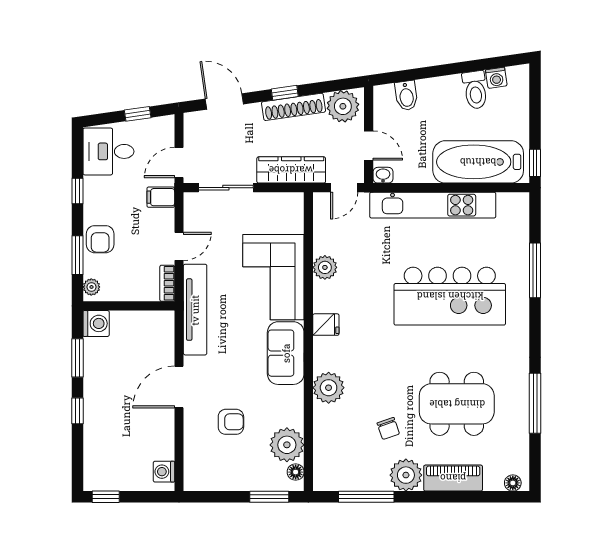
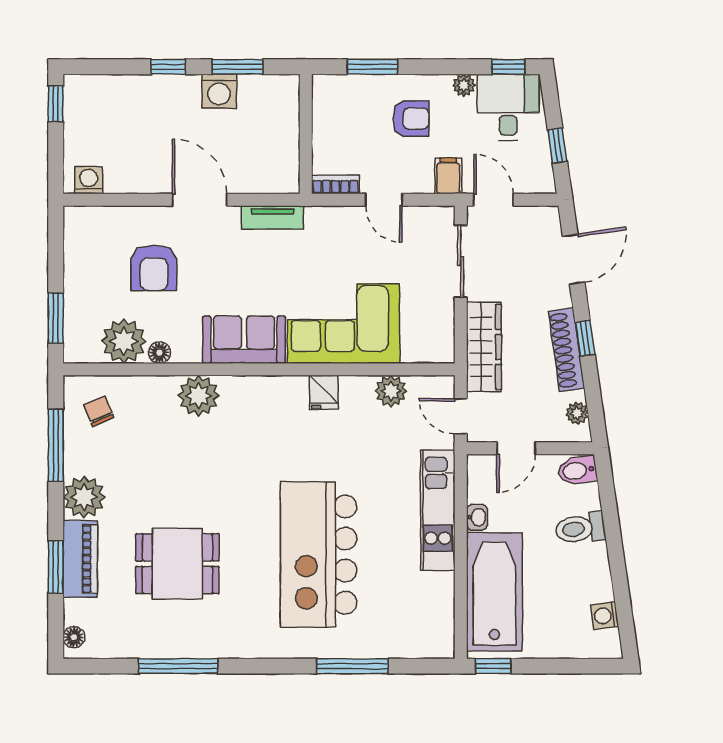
toilet: (475, 90) -> (580, 528), moved
bidet: (406, 96) -> (577, 471), moved
plant: (343, 106) -> (577, 413), width x0.53, depth x0.53
washbasin: (383, 175) -> (477, 517), moved
window: (77, 191) -> (508, 67), moved
kitchen unit: (433, 205) -> (438, 510), width x0.73
armchair: (100, 239) -> (411, 119), moved, turned 180
plant: (325, 267) -> (391, 391), moved
plant: (91, 287) -> (464, 85), moved
tv unit: (195, 310) -> (272, 218), width x0.52, depth x0.78
washing machine: (96, 323) -> (219, 91), moved
fridge: (326, 325) -> (324, 392), moved
dining table: (457, 404) -> (177, 564), width x0.73
armchair: (231, 422) -> (154, 268), width x1.38, depth x1.38
chair: (388, 428) -> (99, 411), moved, turned 86
floor lamp: (296, 472) -> (159, 353), moved
window: (459, 497) -> (56, 567), added

